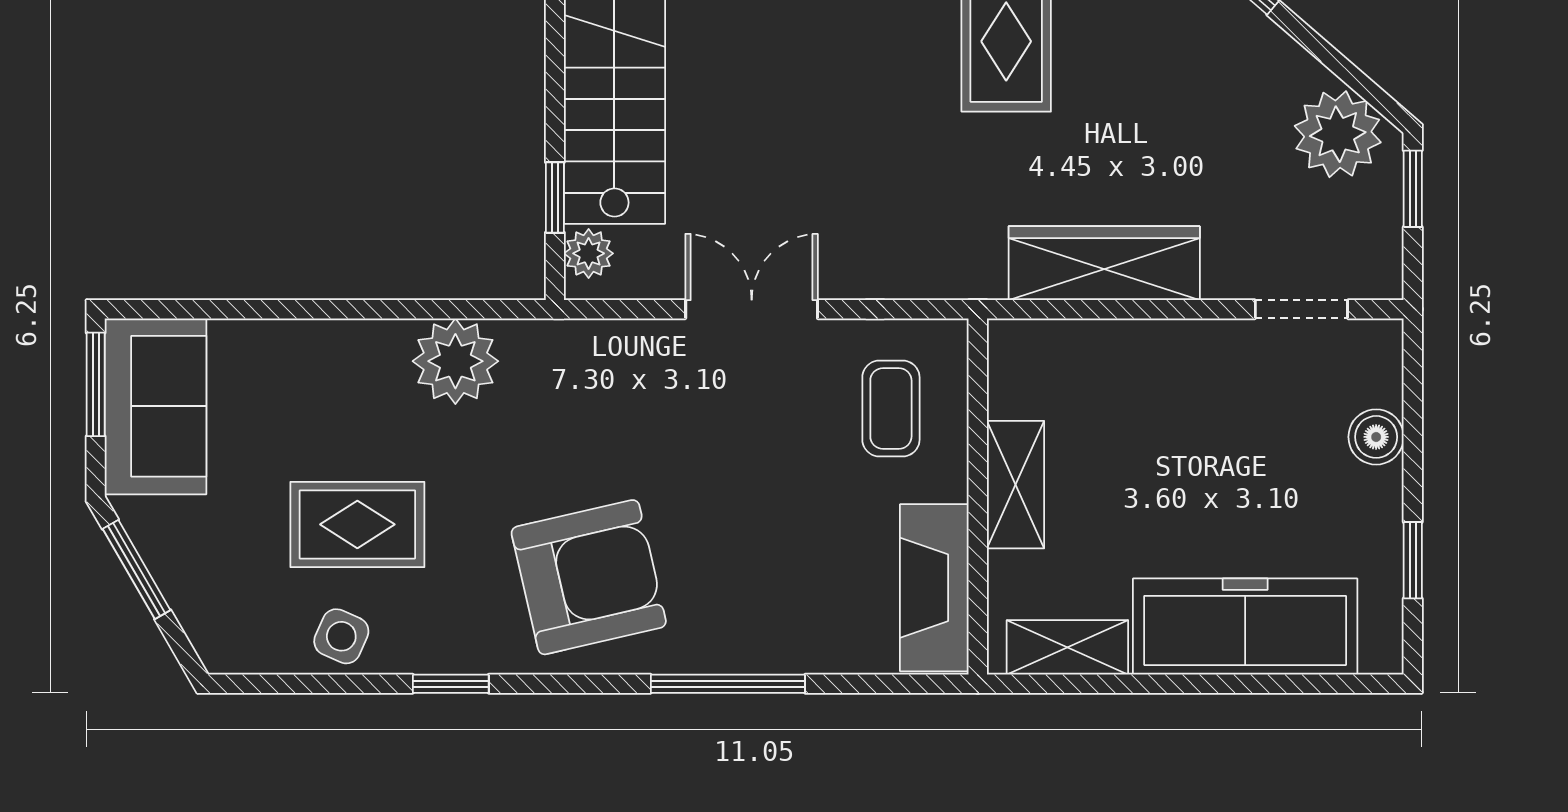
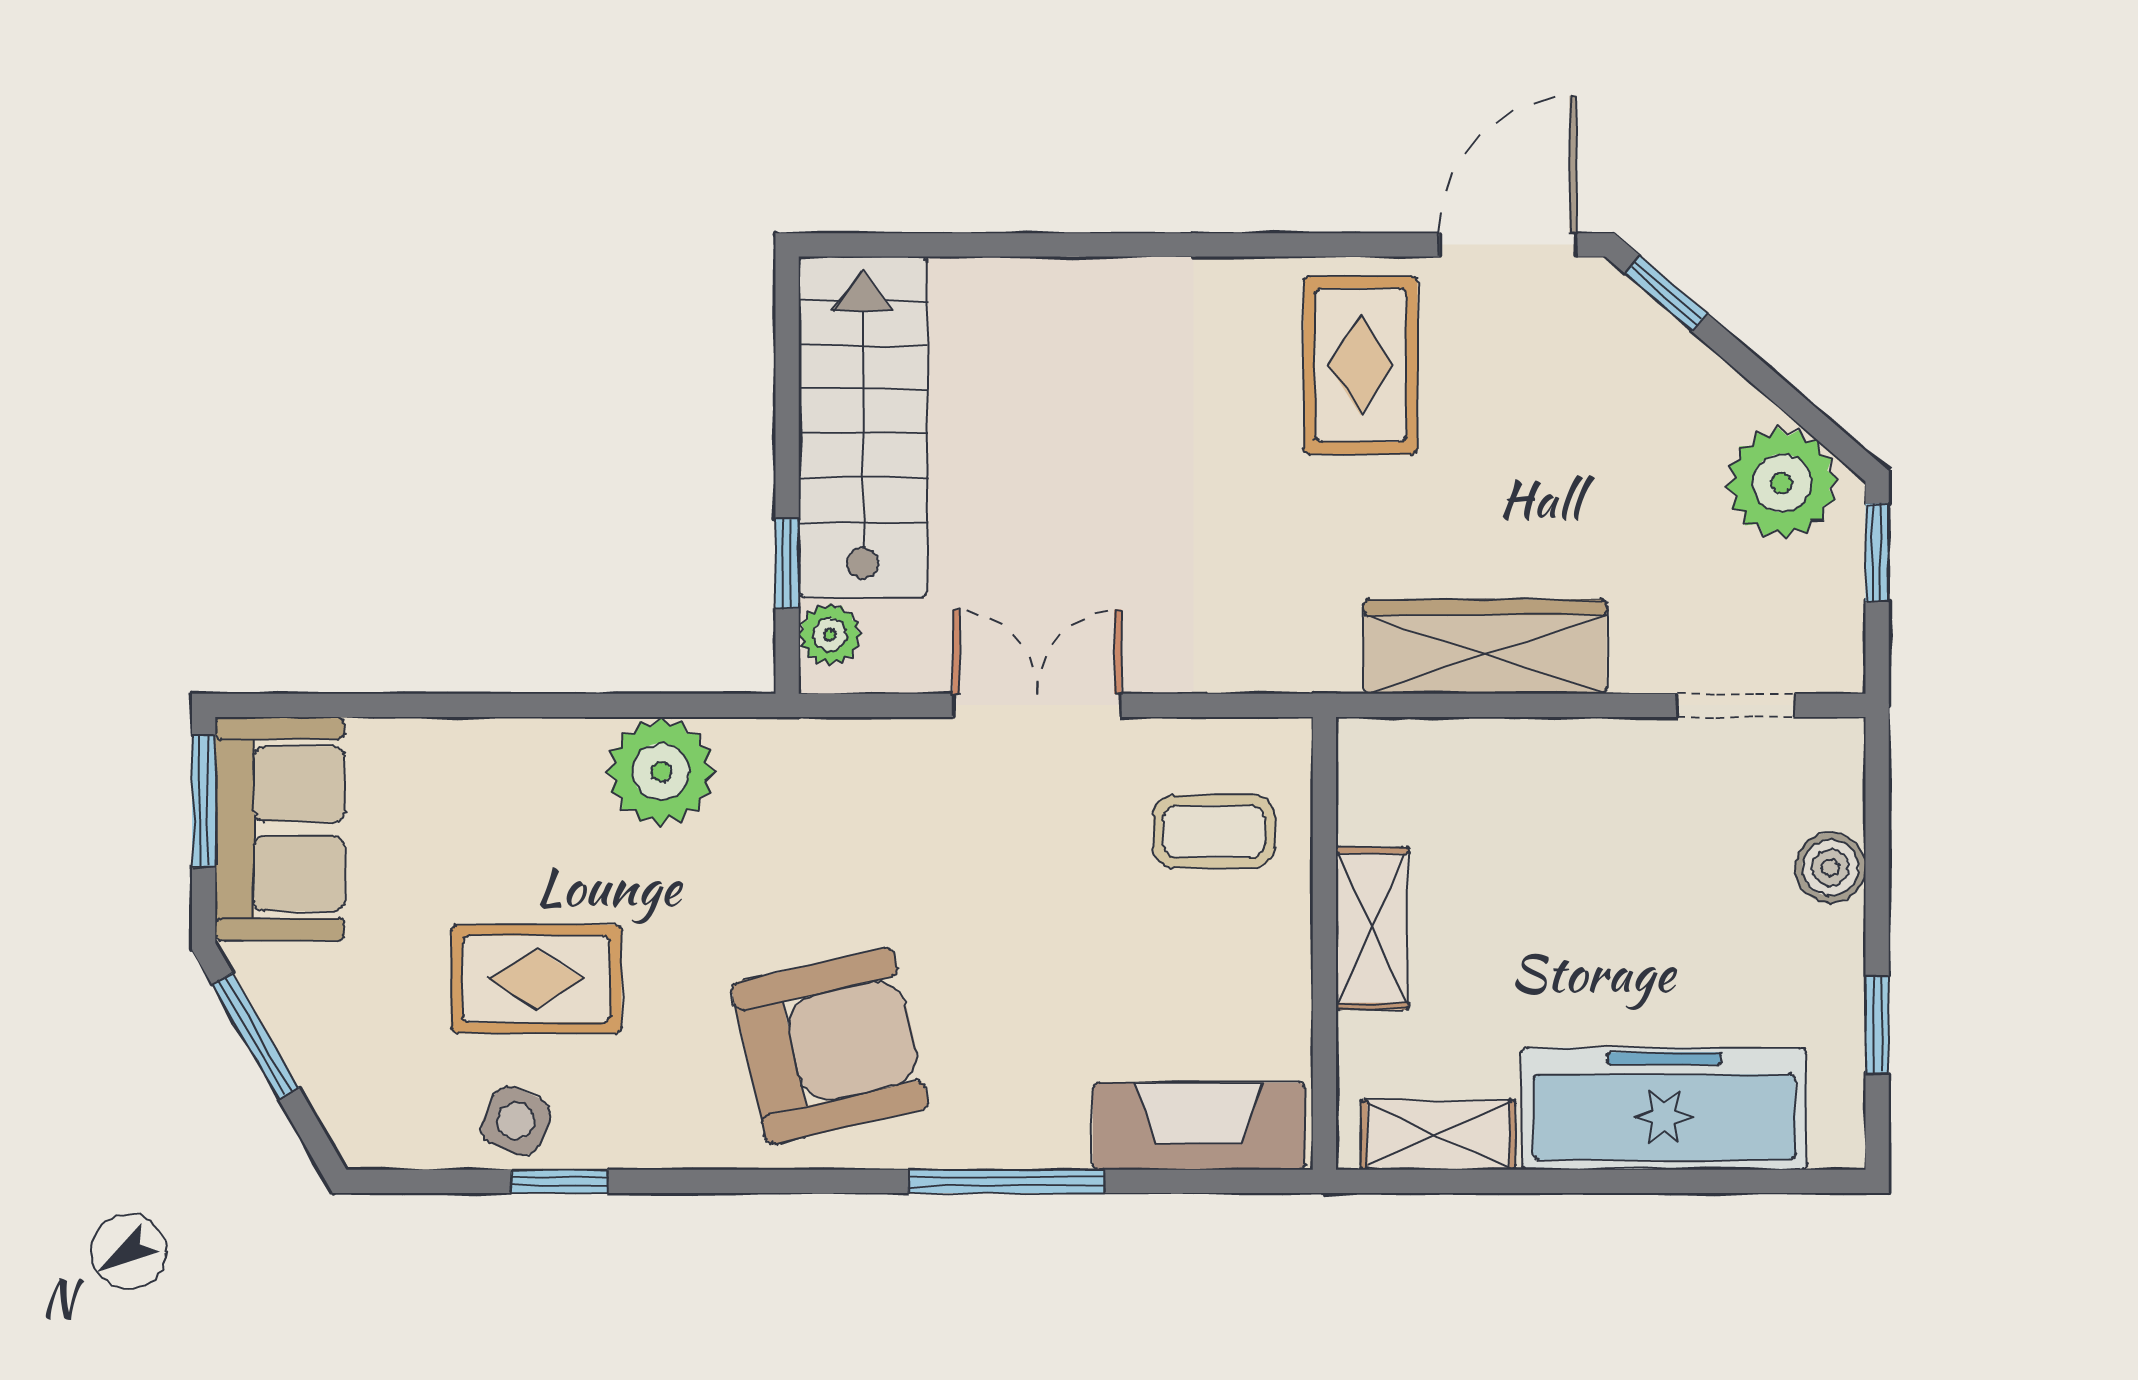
coffee table: (891, 408) -> (1214, 832), turned 90
fireplace: (934, 588) -> (1199, 1126), moved, turned 90
window: (451, 684) -> (559, 1181), moved

